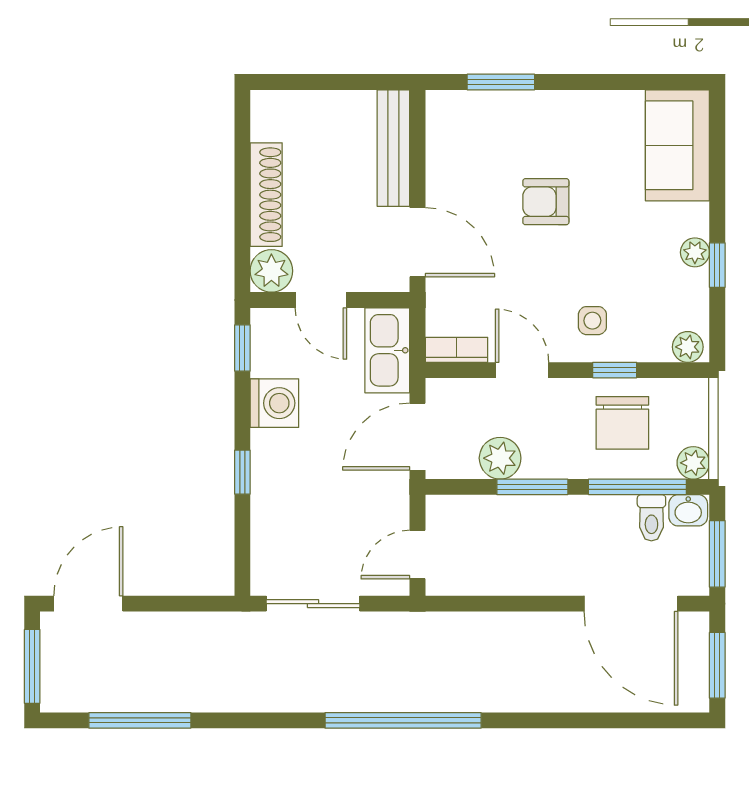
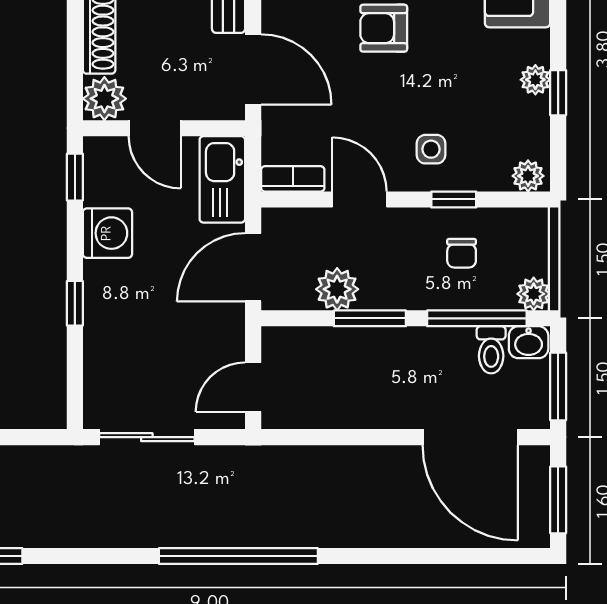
chair: (622, 423) -> (462, 253), width x0.54, depth x0.54

